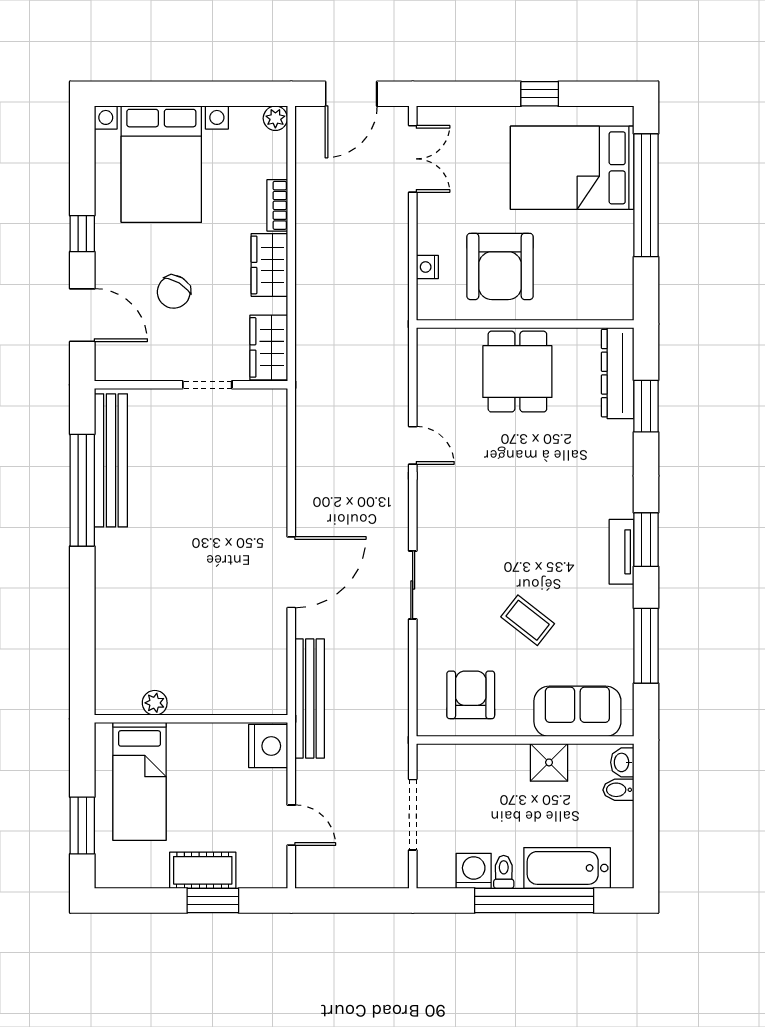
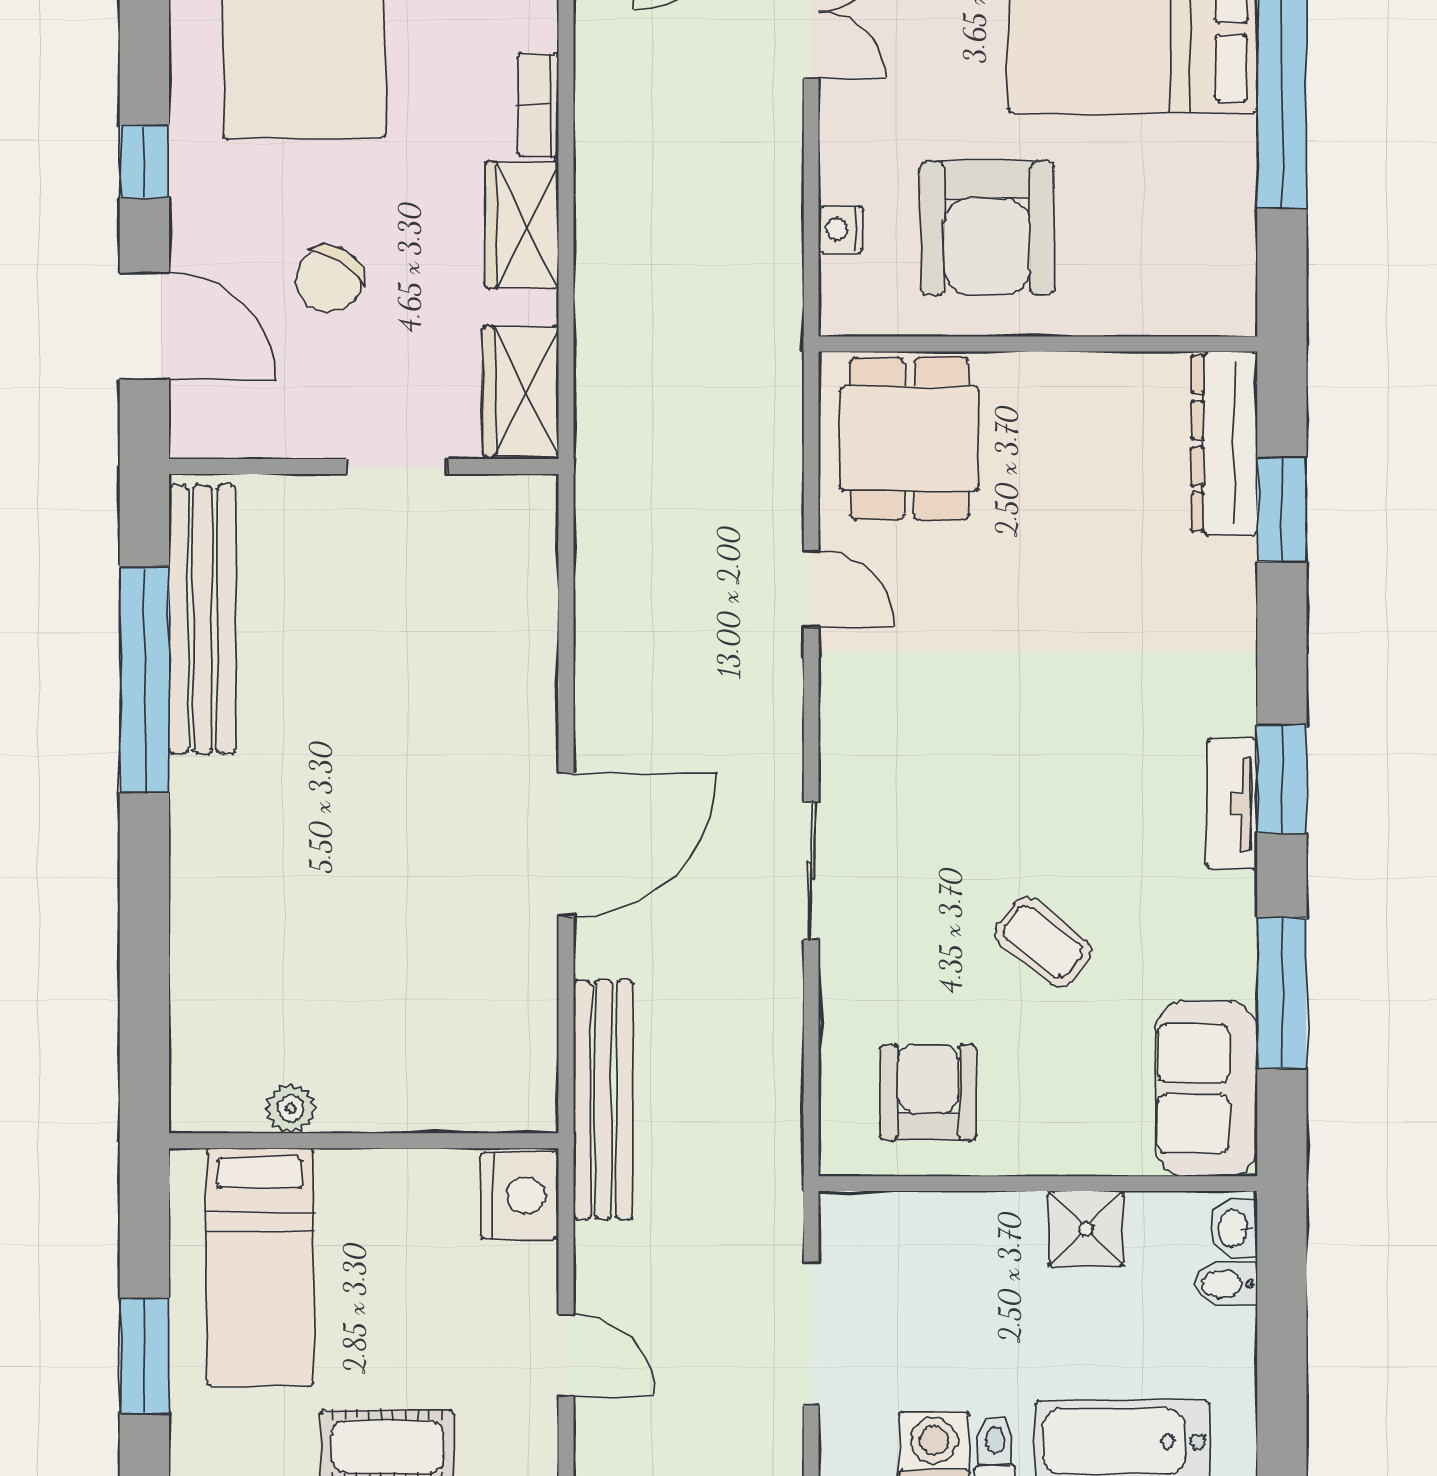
dining table: (517, 372) -> (909, 439), moved
sofa: (577, 711) -> (1207, 1088), moved, turned -90

